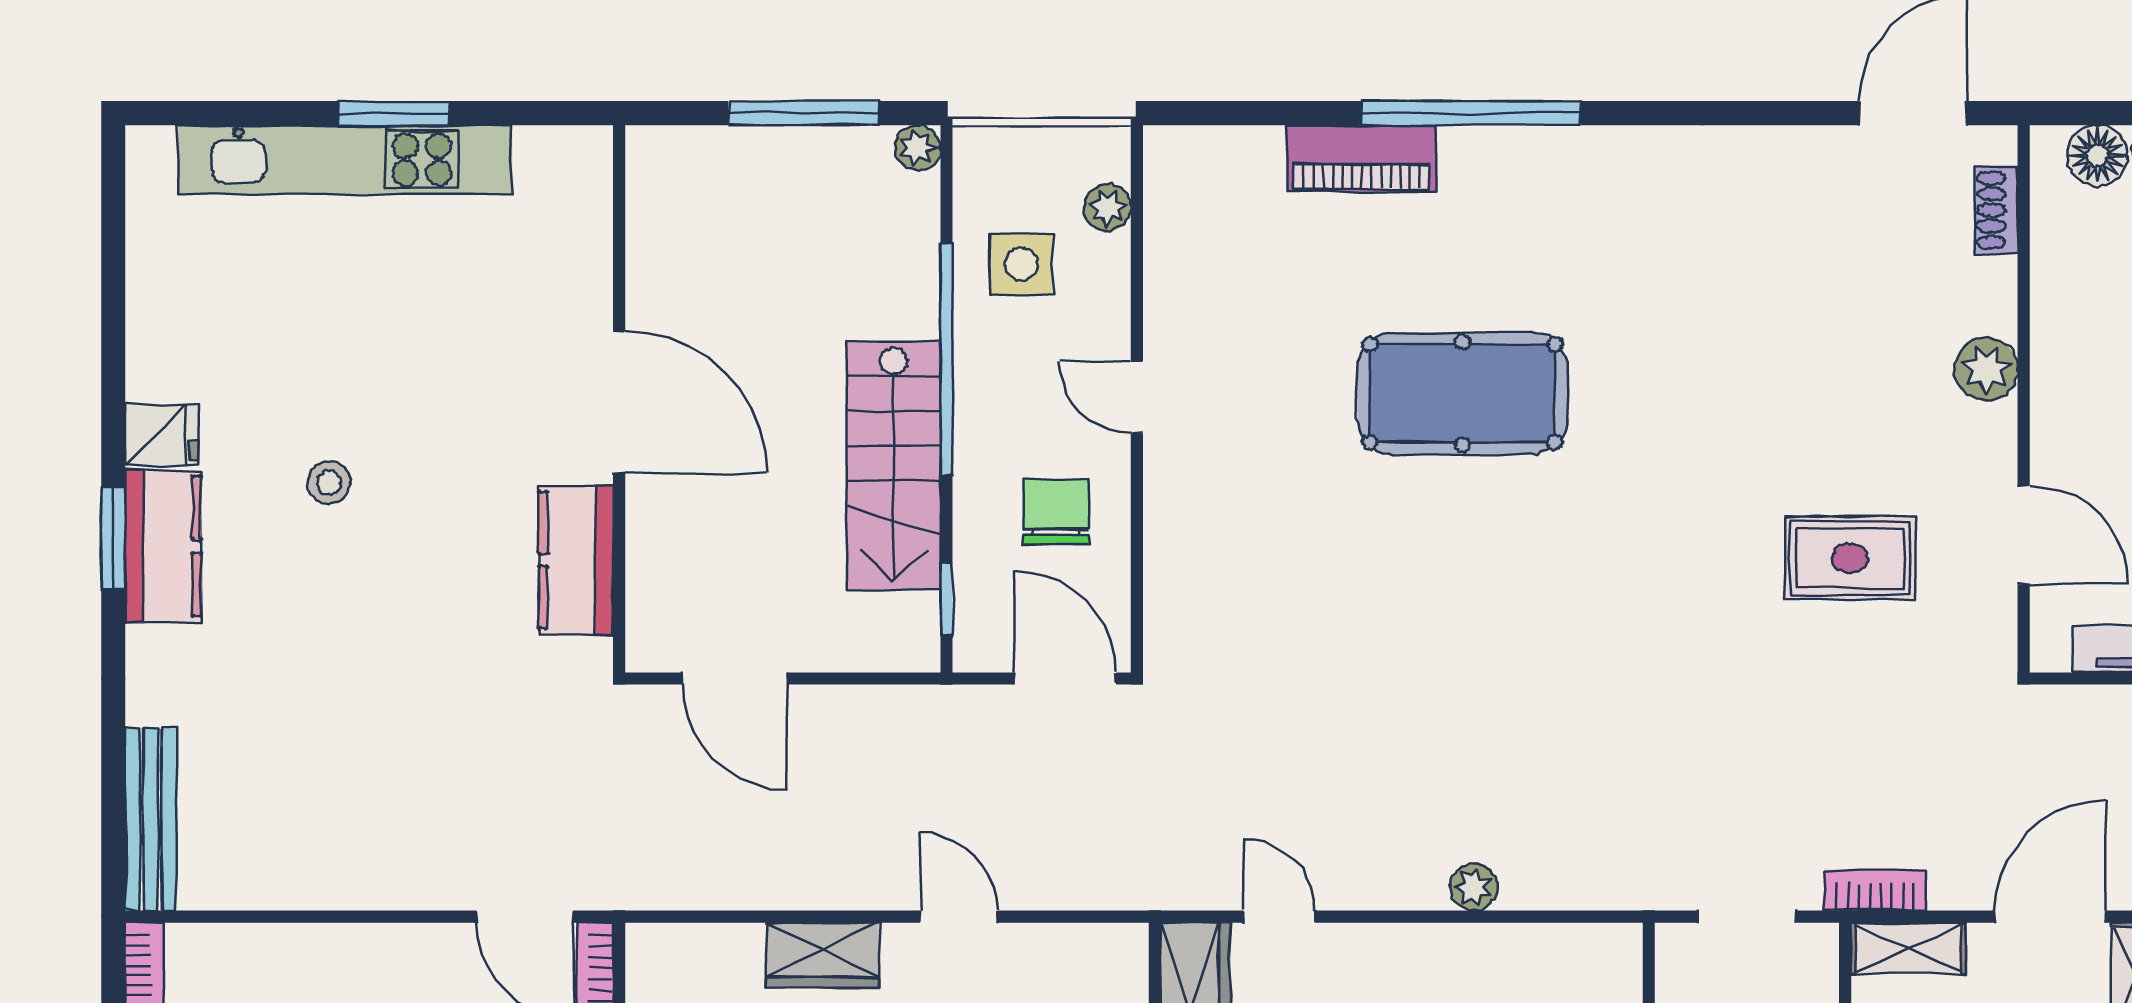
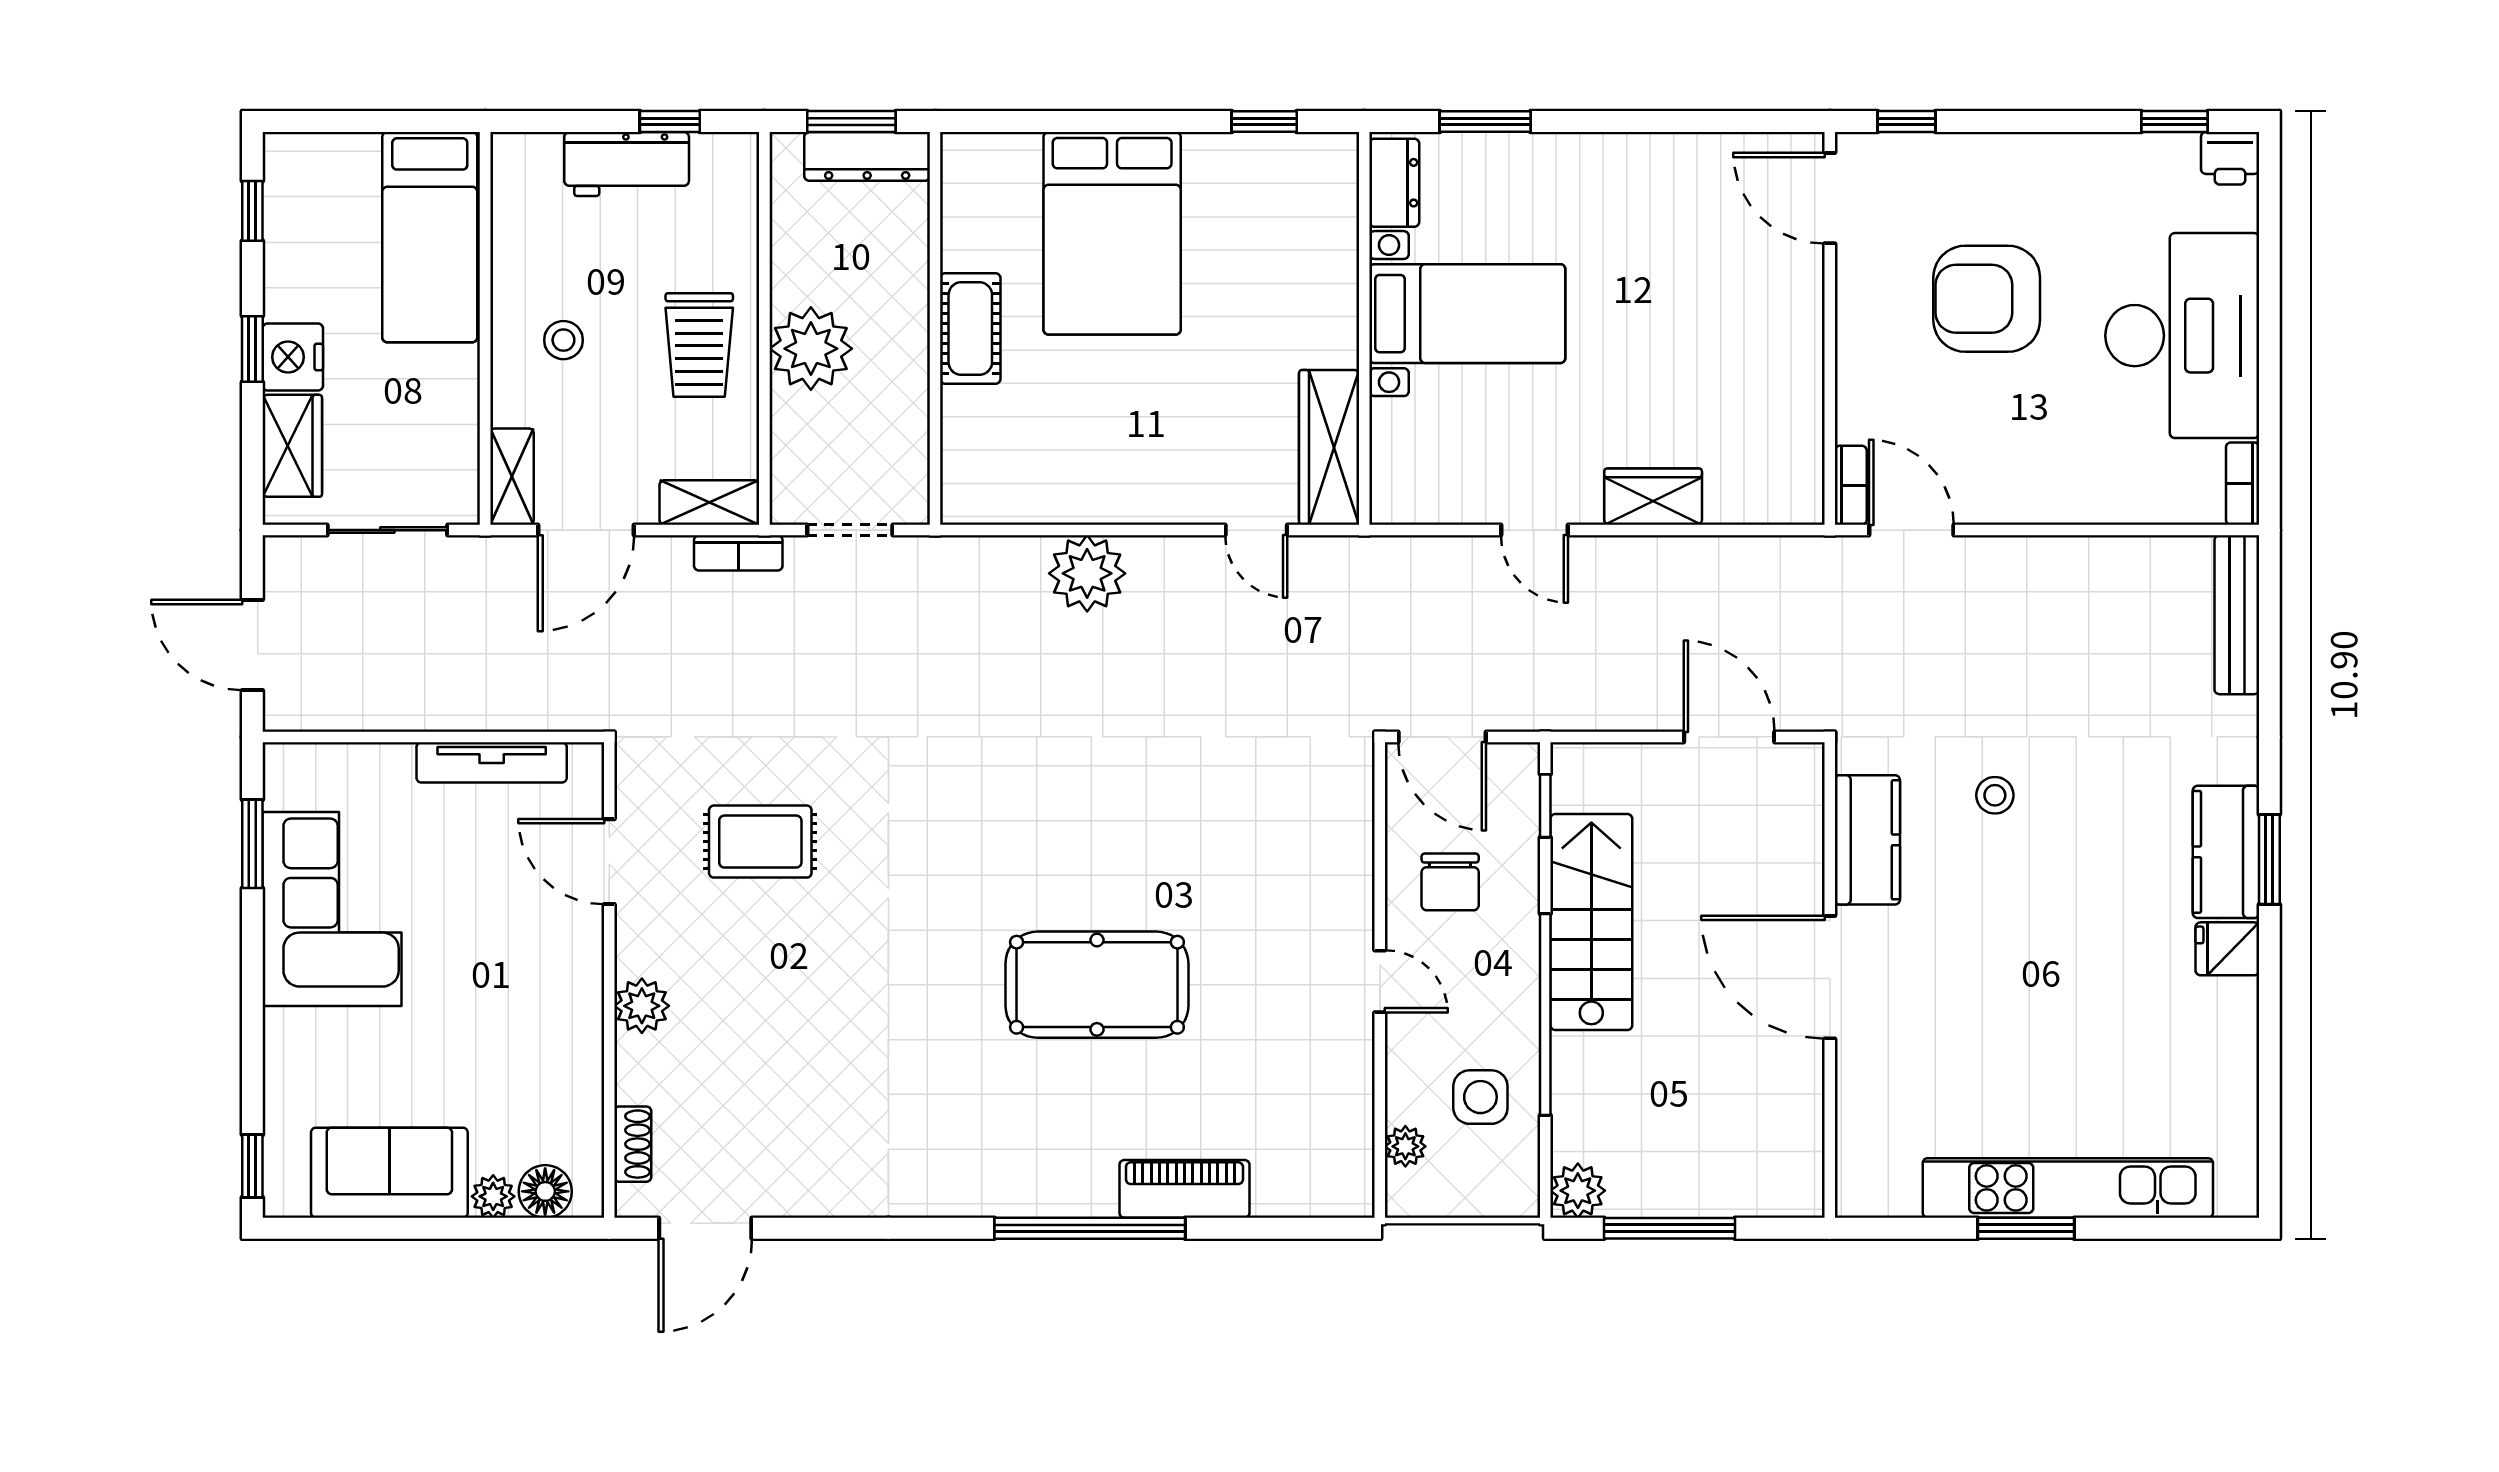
plant: (918, 148) -> (1578, 1191), width x1.38, depth x1.38
stool: (329, 483) -> (1995, 795), moved
plant: (1474, 887) -> (1087, 573), width x1.87, depth x1.87

